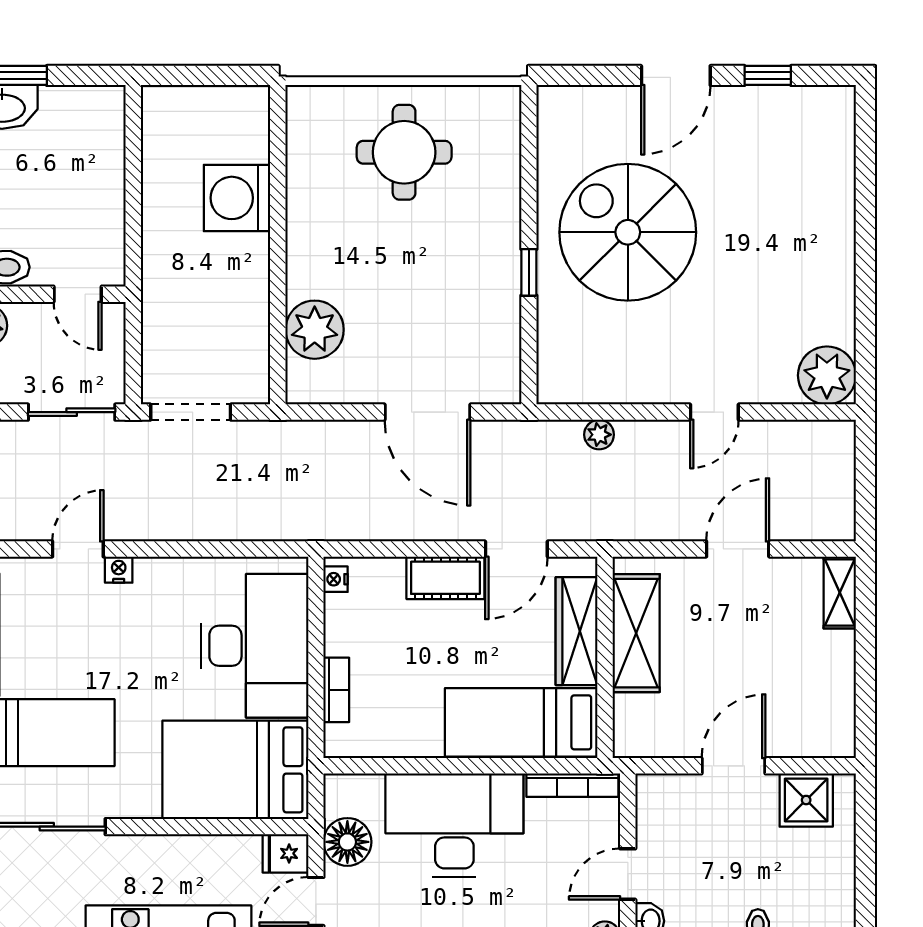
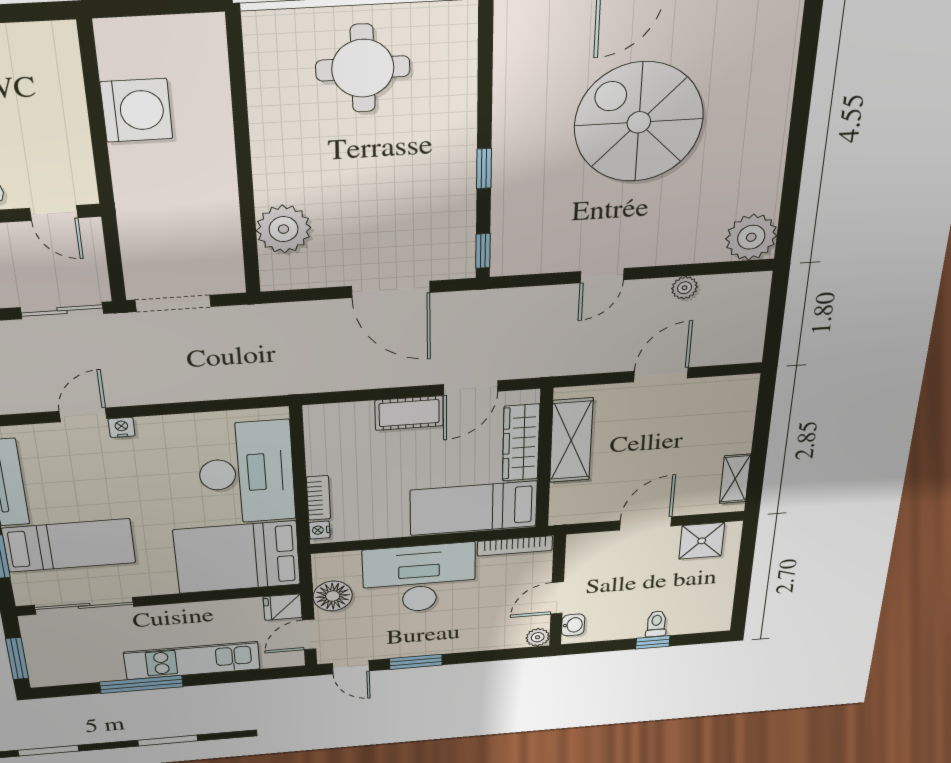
washing machine: (237, 198) -> (137, 110), moved, turned 180
spiral stairs: (628, 232) -> (639, 122), moved
window: (529, 371) -> (483, 251), added
door: (714, 412) -> (602, 276), moved
plant: (599, 435) -> (685, 288), moved
nightstand: (336, 579) -> (319, 530), moved
shelving: (840, 593) -> (735, 479), moved

